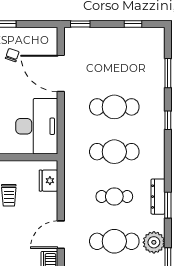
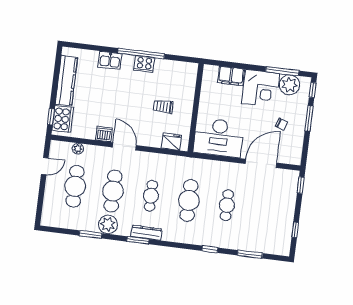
cafe table: (114, 107) -> (227, 205), width x0.73, depth x0.74

